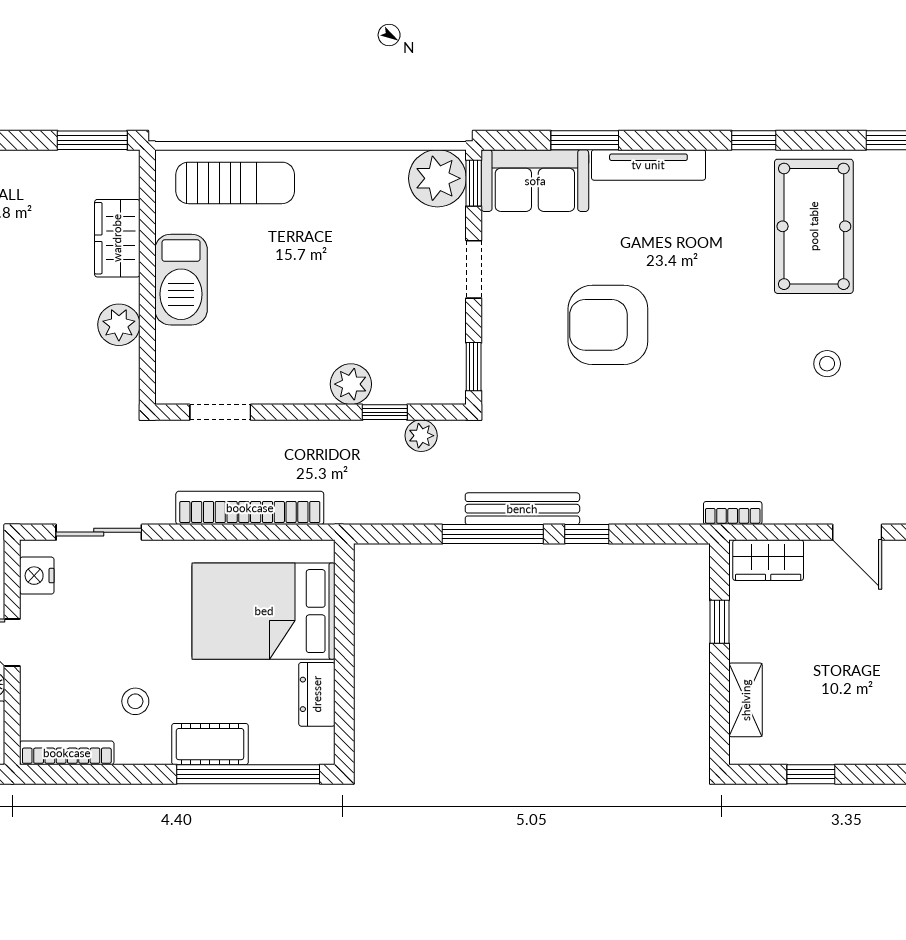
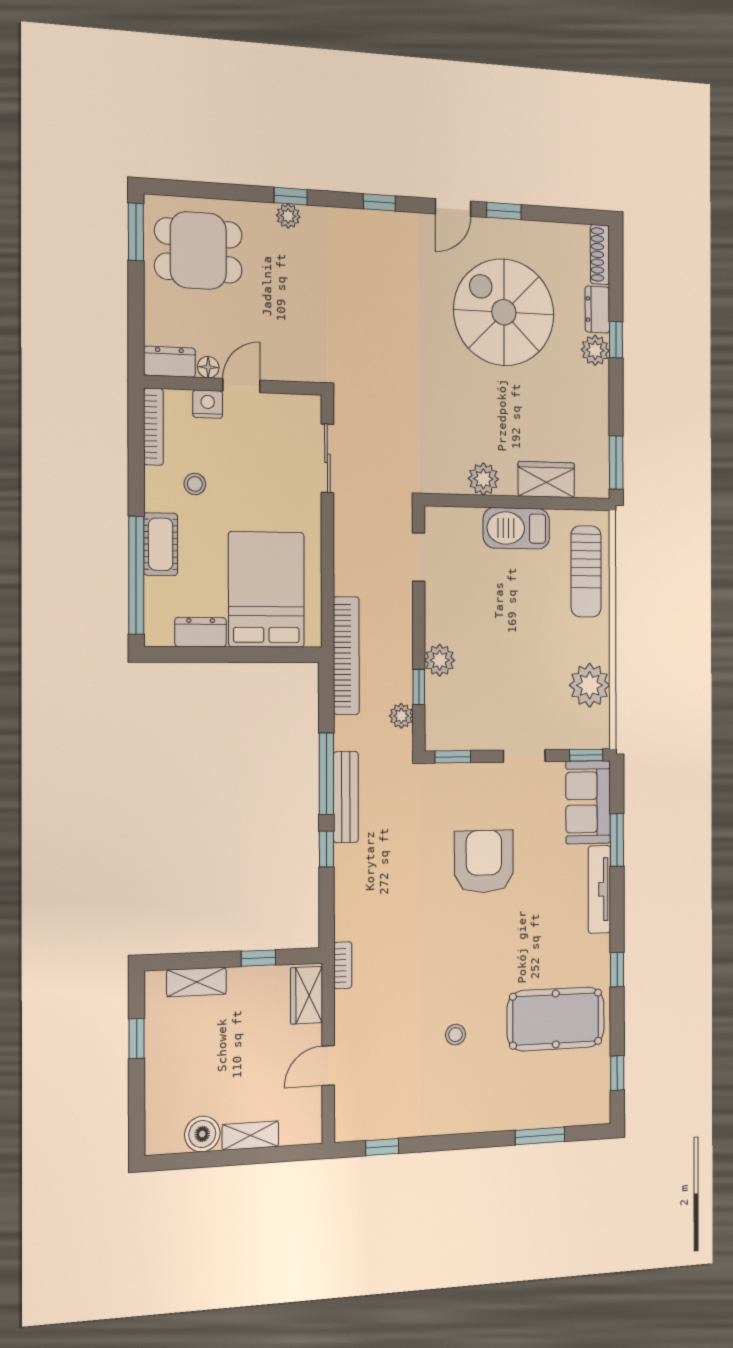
plant: (437, 178) -> (590, 685), moved
bookcase: (250, 508) -> (346, 656), moved
nightstand: (37, 576) -> (208, 404), moved

